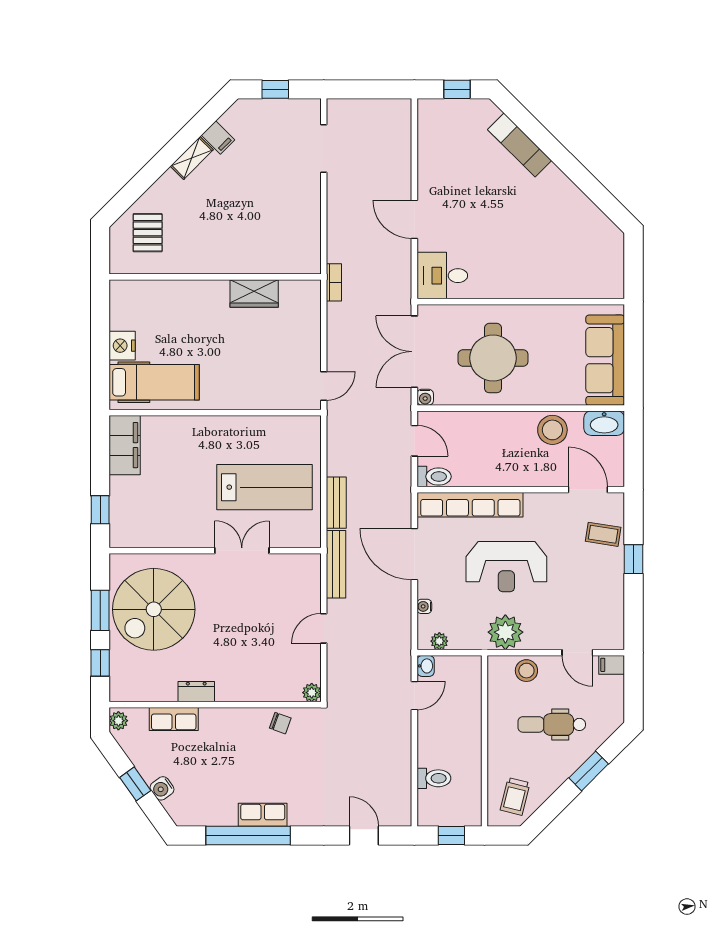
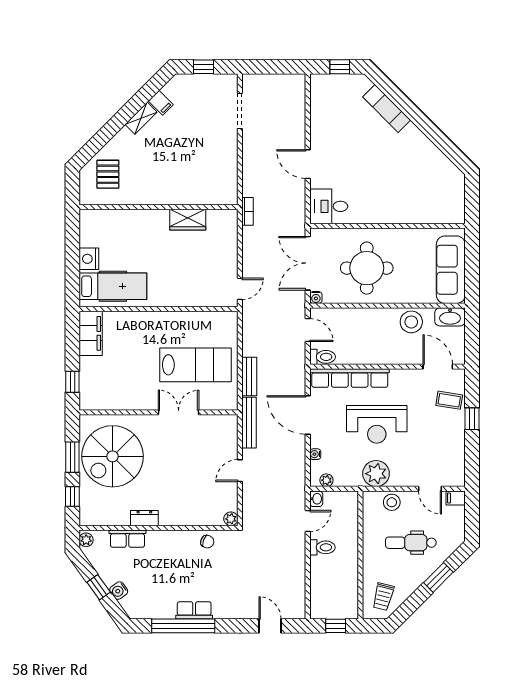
toilet: (434, 778) -> (322, 547), moved

